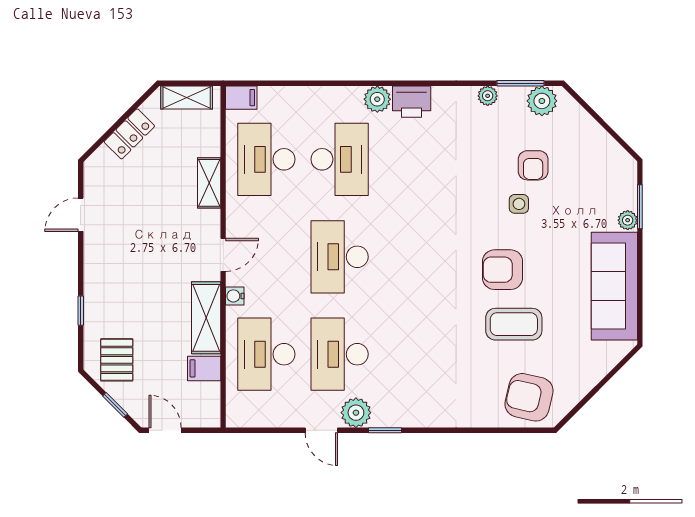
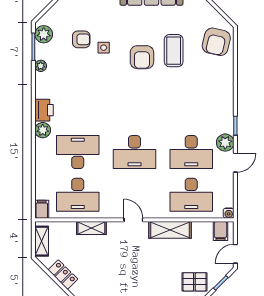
water cooler: (235, 296) -> (229, 213), moved
filing cabinet: (204, 368) -> (220, 231), moved

